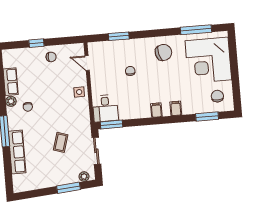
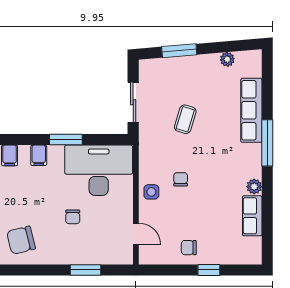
chair: (28, 107) -> (181, 179), moved
desk: (105, 108) -> (99, 170), width x1.87, depth x1.30
window: (112, 124) -> (66, 140), moved
plant: (84, 177) -> (227, 59), moved

